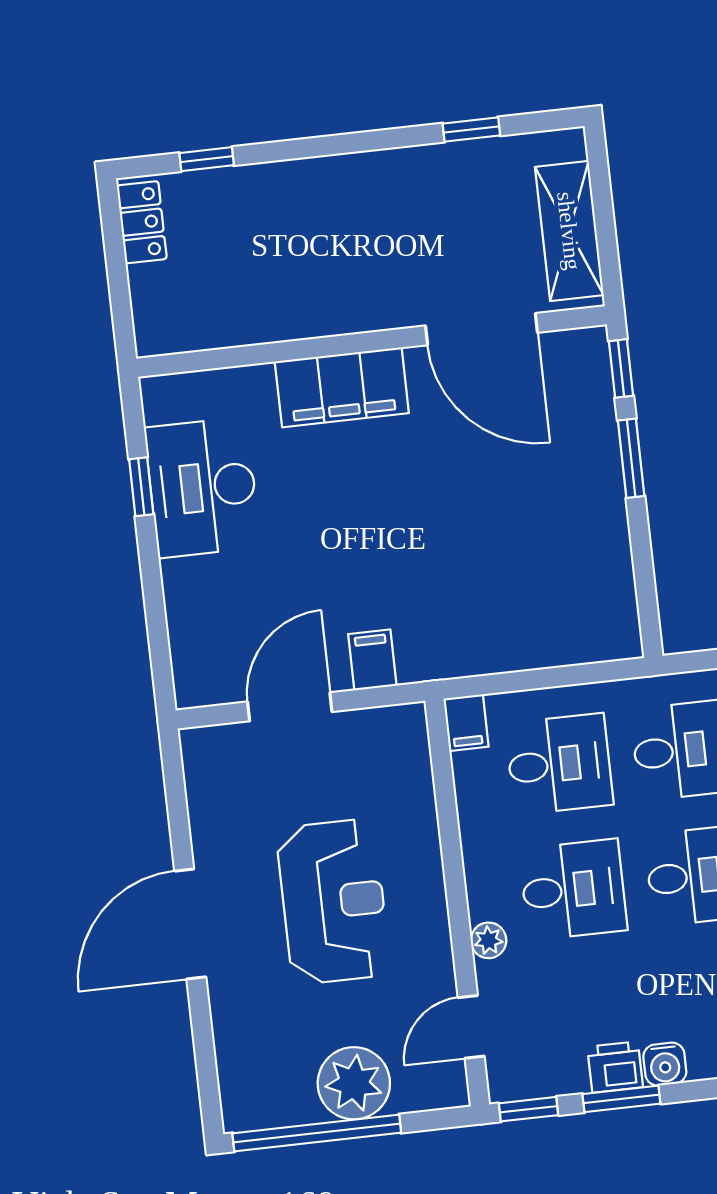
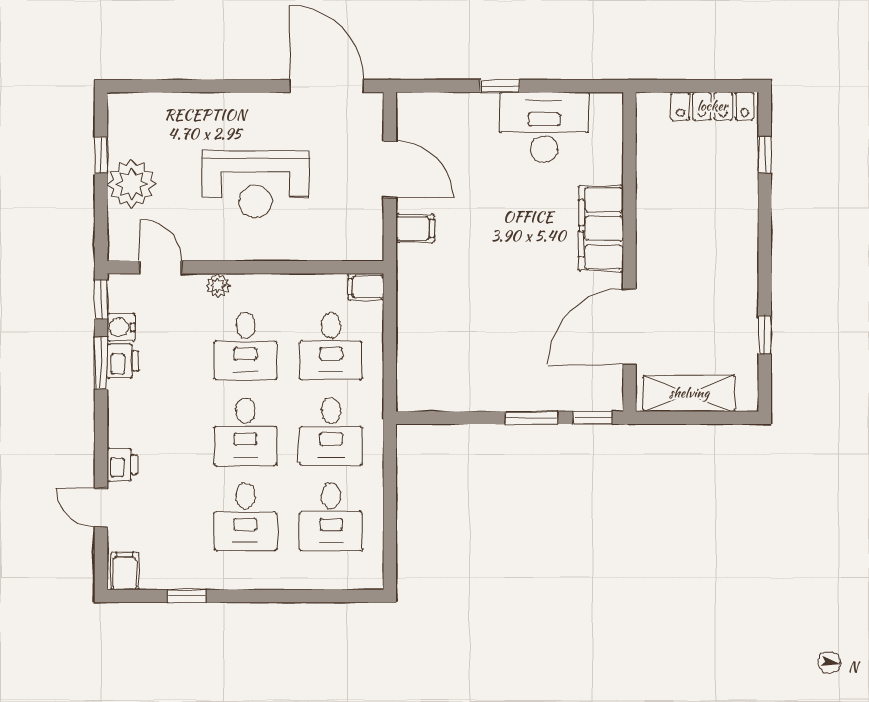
locker: (142, 222) -> (712, 106), width x1.53
window: (141, 487) -> (500, 86), moved
door: (190, 924) -> (327, 86), moved
water cooler: (665, 1064) -> (121, 327), moved
window: (317, 1133) -> (101, 155), width x0.32

